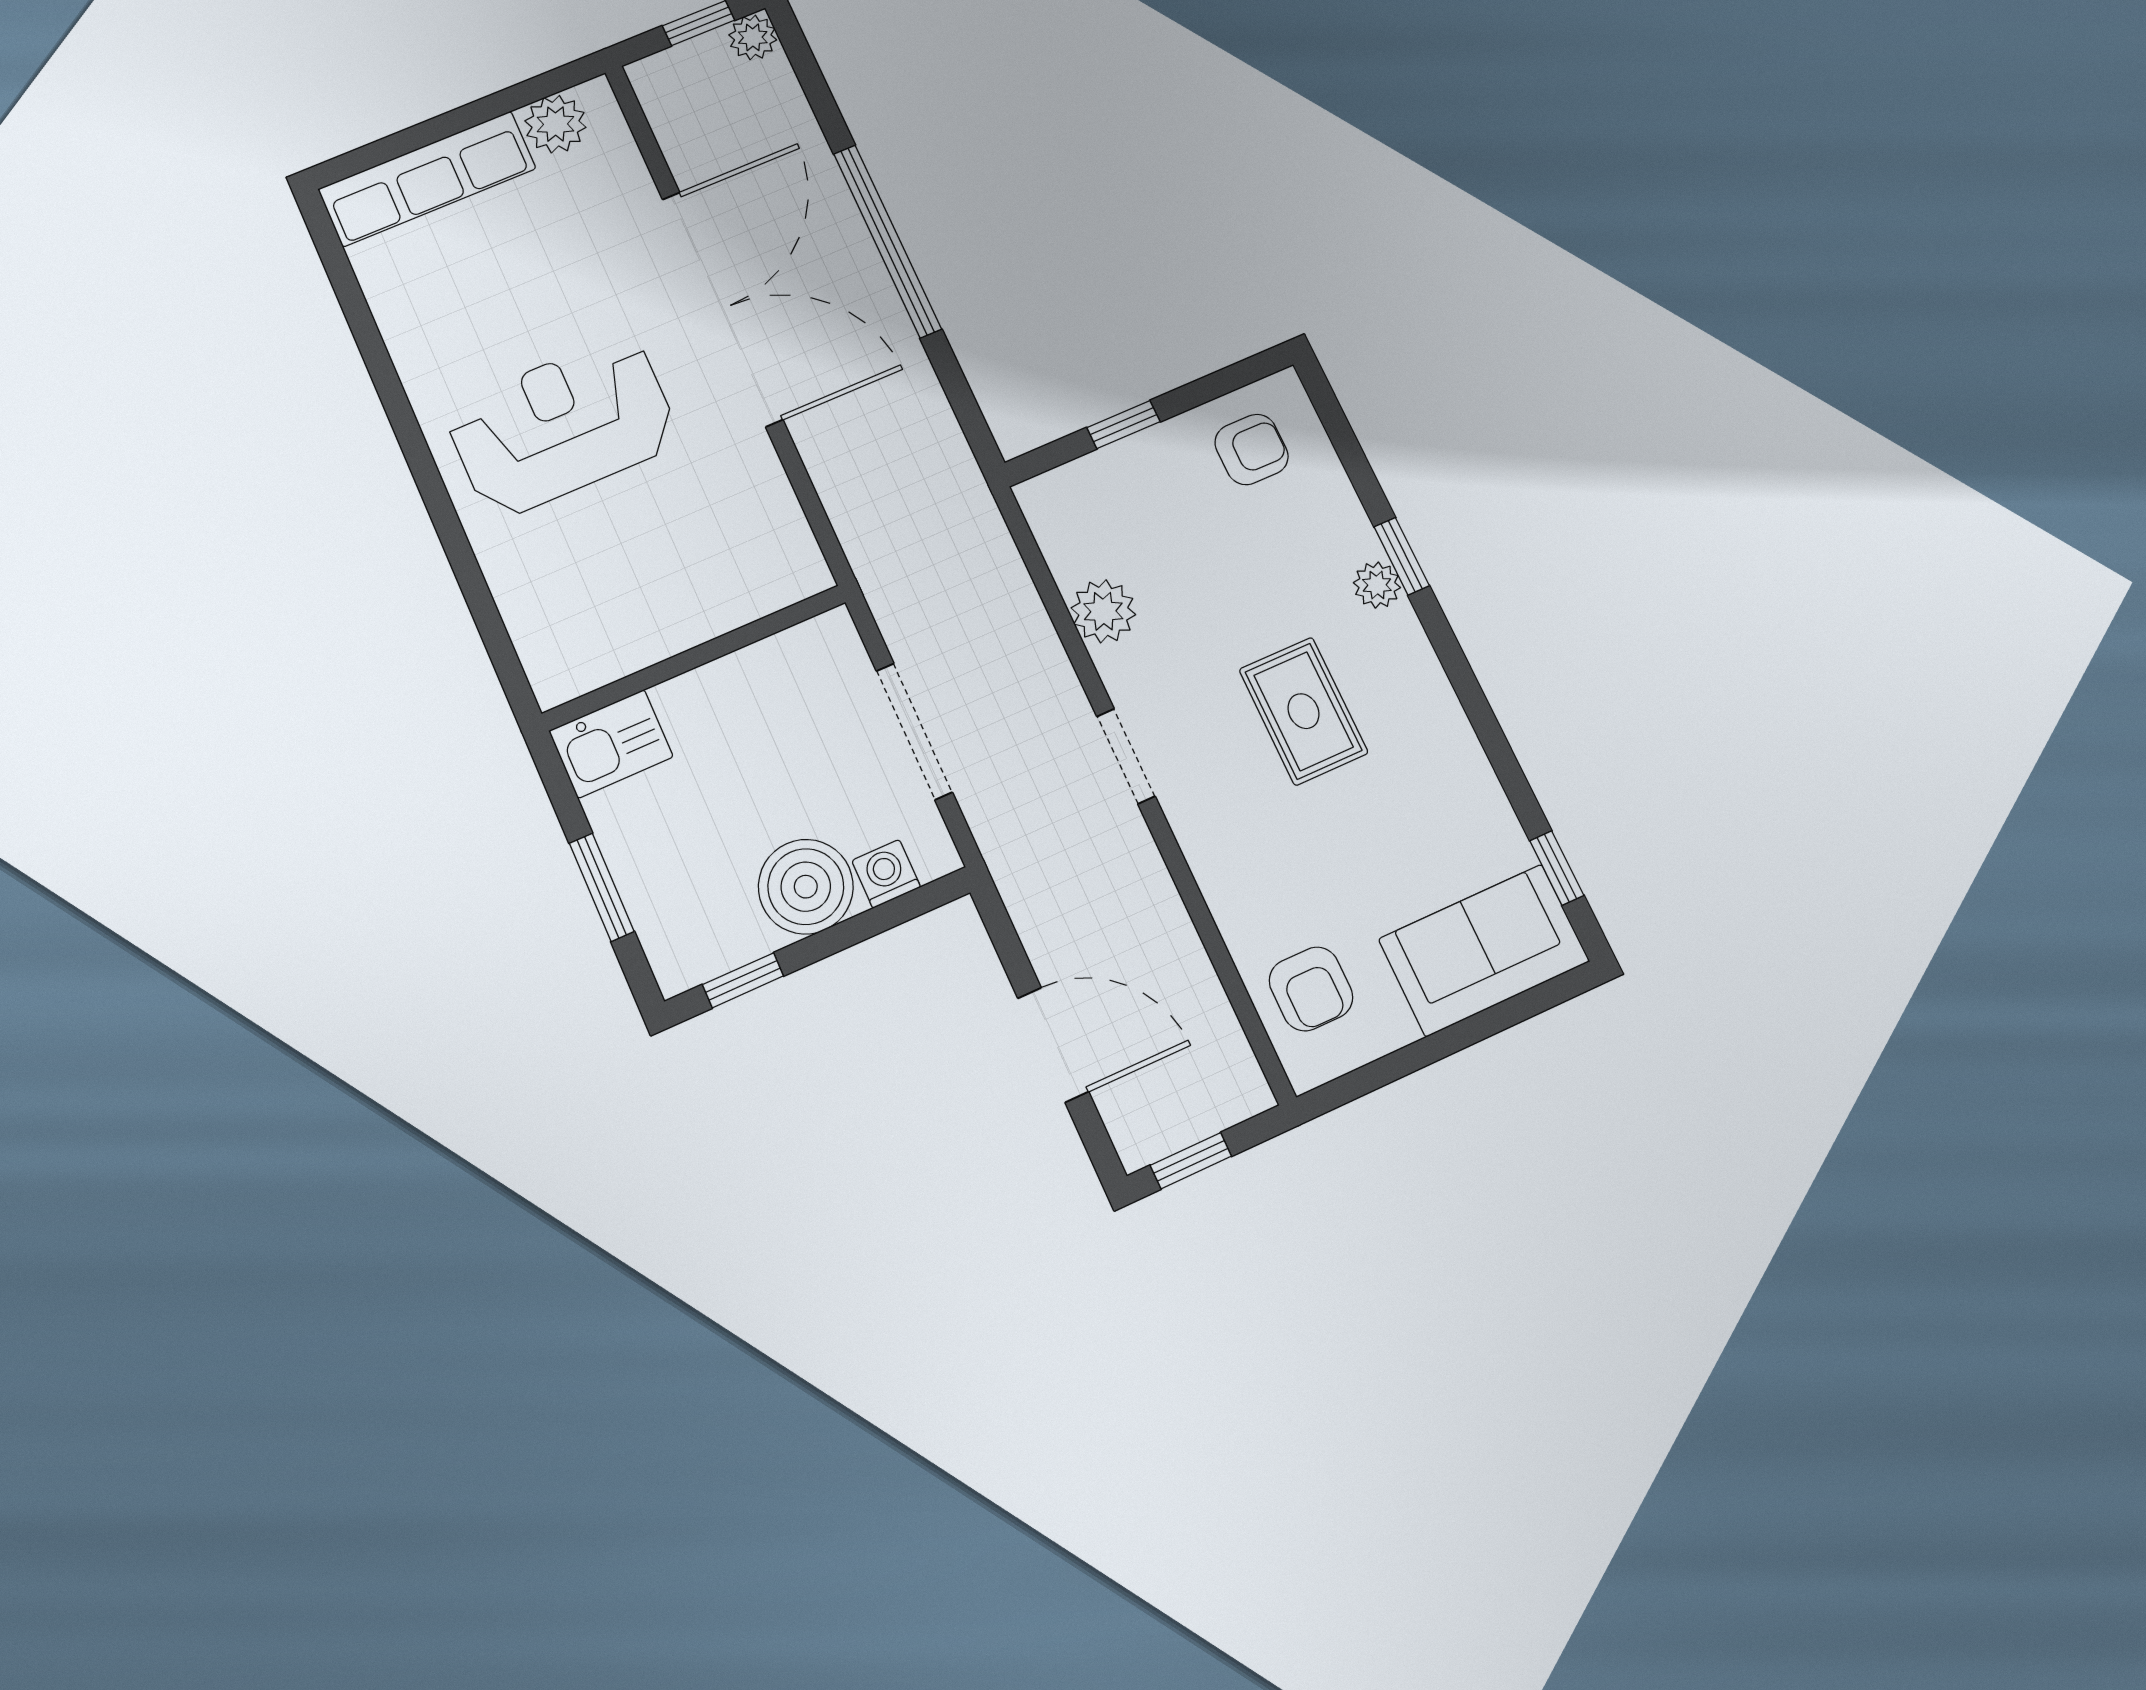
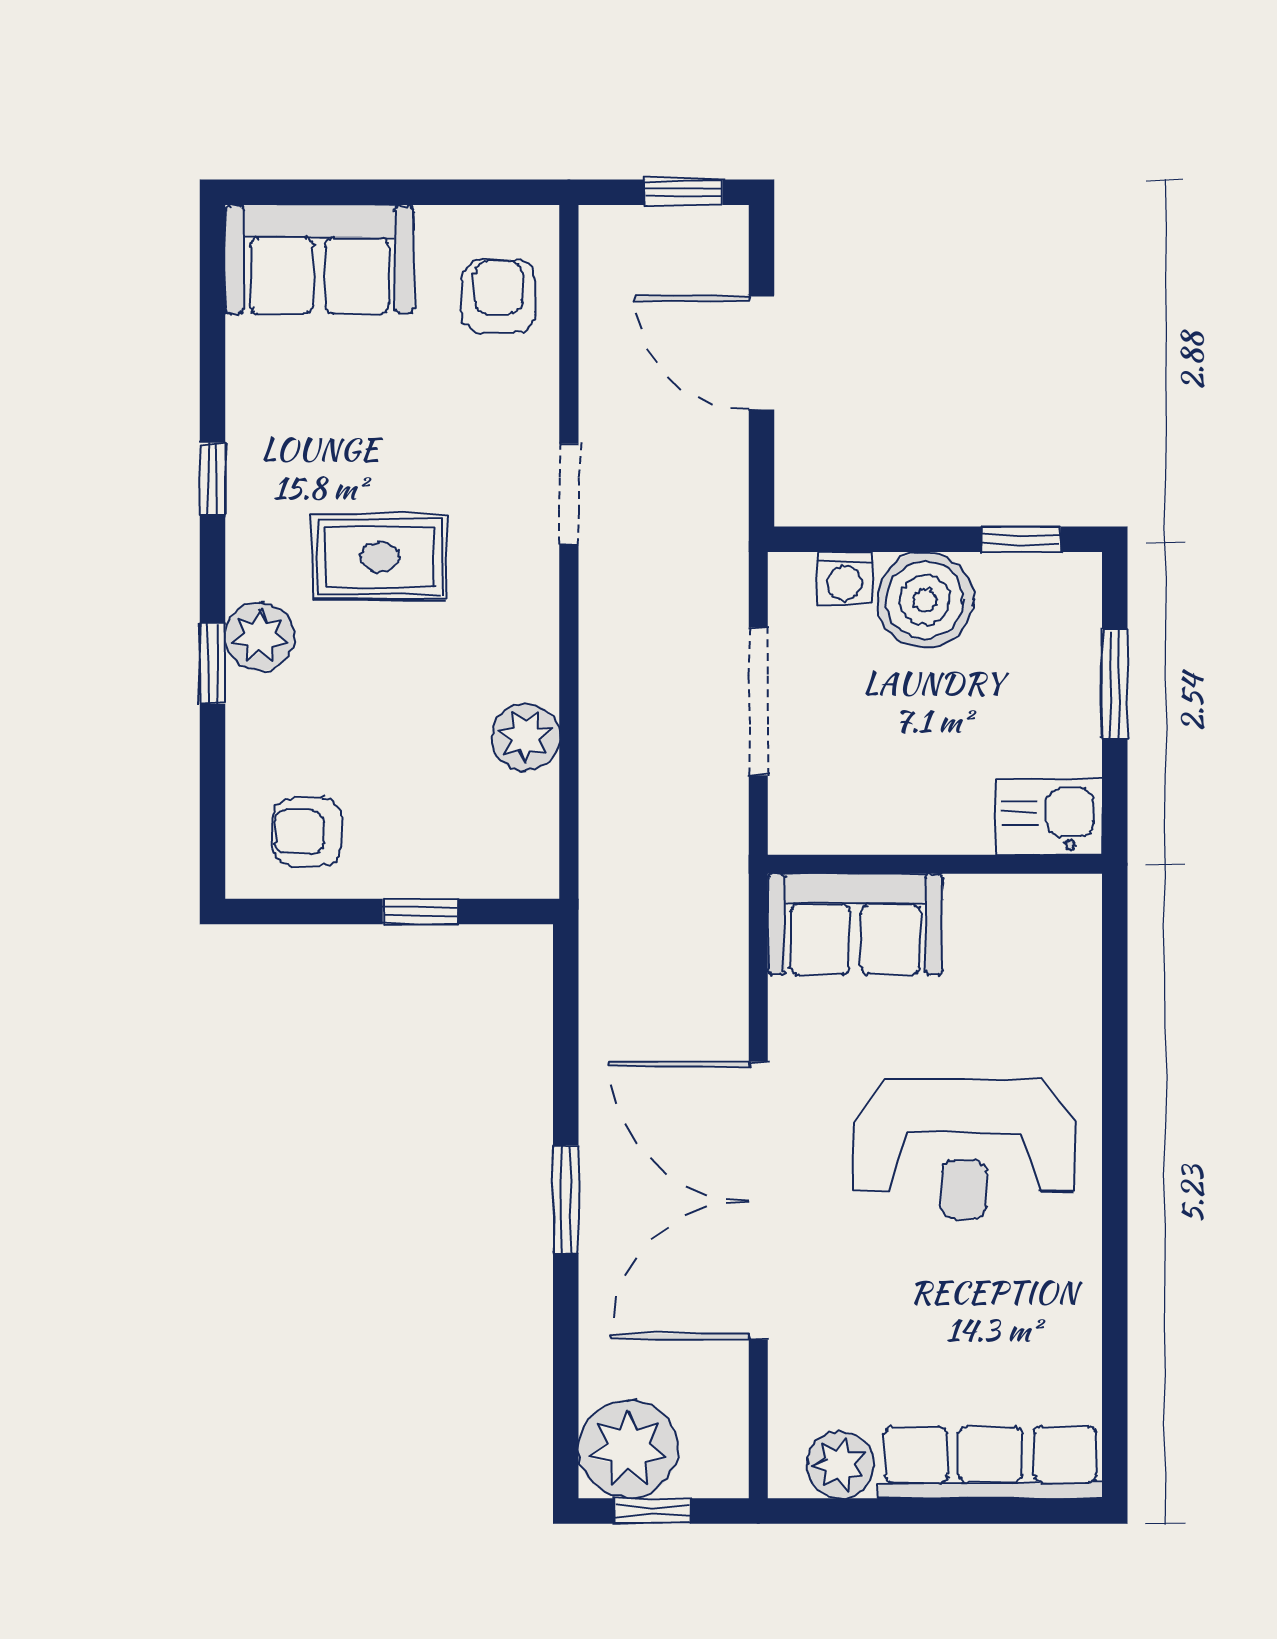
plant: (753, 37) -> (628, 1449), width x1.88, depth x1.88
window: (887, 241) -> (566, 1199), width x0.47
sofa: (742, 576) -> (855, 924), added
plant: (1377, 585) -> (260, 637), width x1.38, depth x1.38
rug: (1303, 711) -> (380, 557), turned 90
doorway: (1126, 756) -> (569, 494), moved
window: (1557, 868) -> (212, 479), moved

